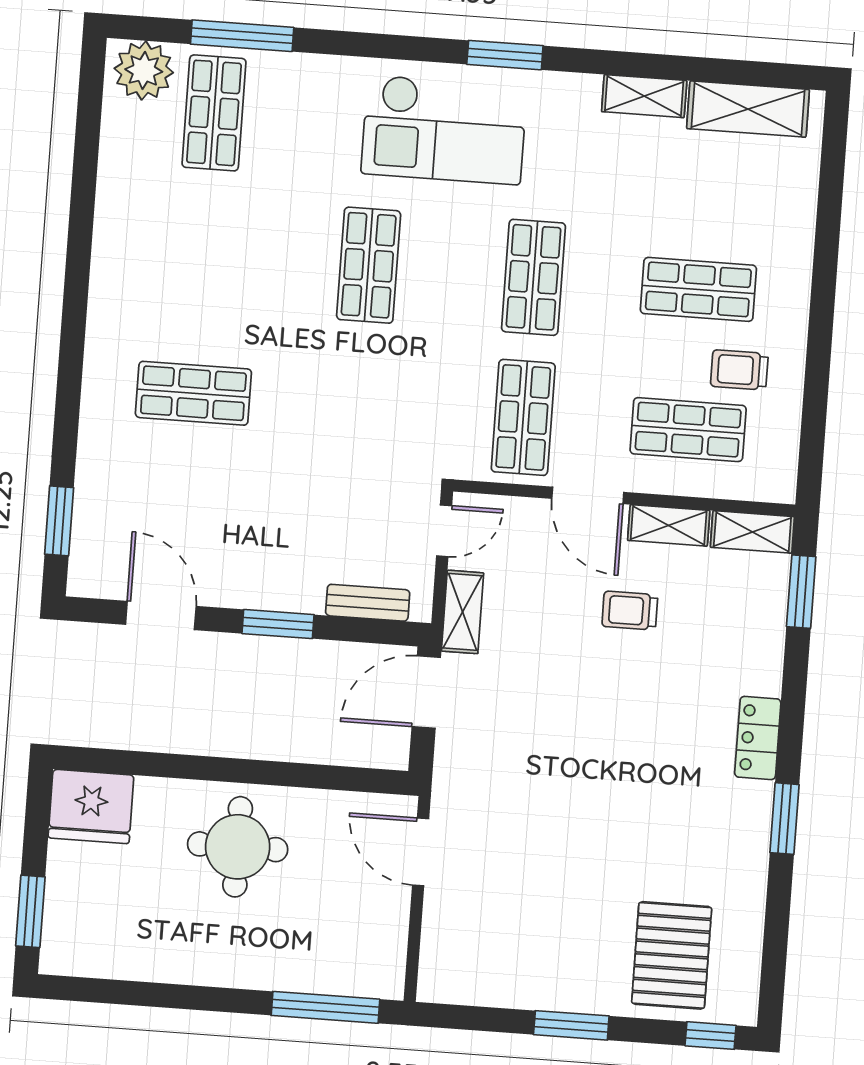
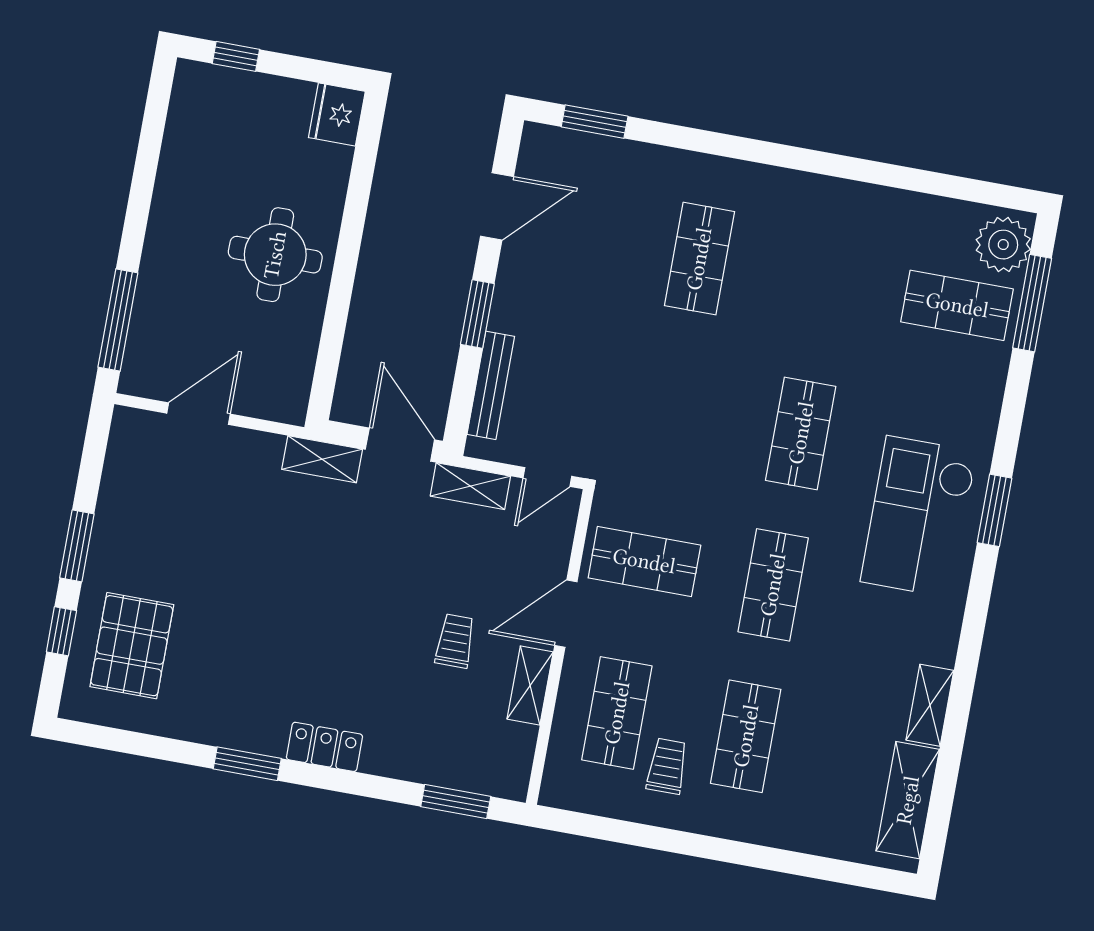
window: (242, 36) -> (1032, 303), moved
window: (505, 55) -> (994, 510), moved
shop shelf: (369, 265) -> (801, 433), turned 90
shop shelf: (534, 277) -> (773, 585), turned 90
door: (444, 531) -> (547, 477), hinge flipped
shelving: (752, 532) -> (322, 459), moved, turned 90
bench: (368, 603) -> (491, 385), width x1.36
fridge: (91, 806) -> (337, 114), width x0.73, depth x0.75
door: (421, 852) -> (199, 414), moved
window: (30, 911) -> (236, 56), width x0.67
pallet: (672, 955) -> (132, 646), turned 90
window: (711, 1036) -> (61, 631), moved

